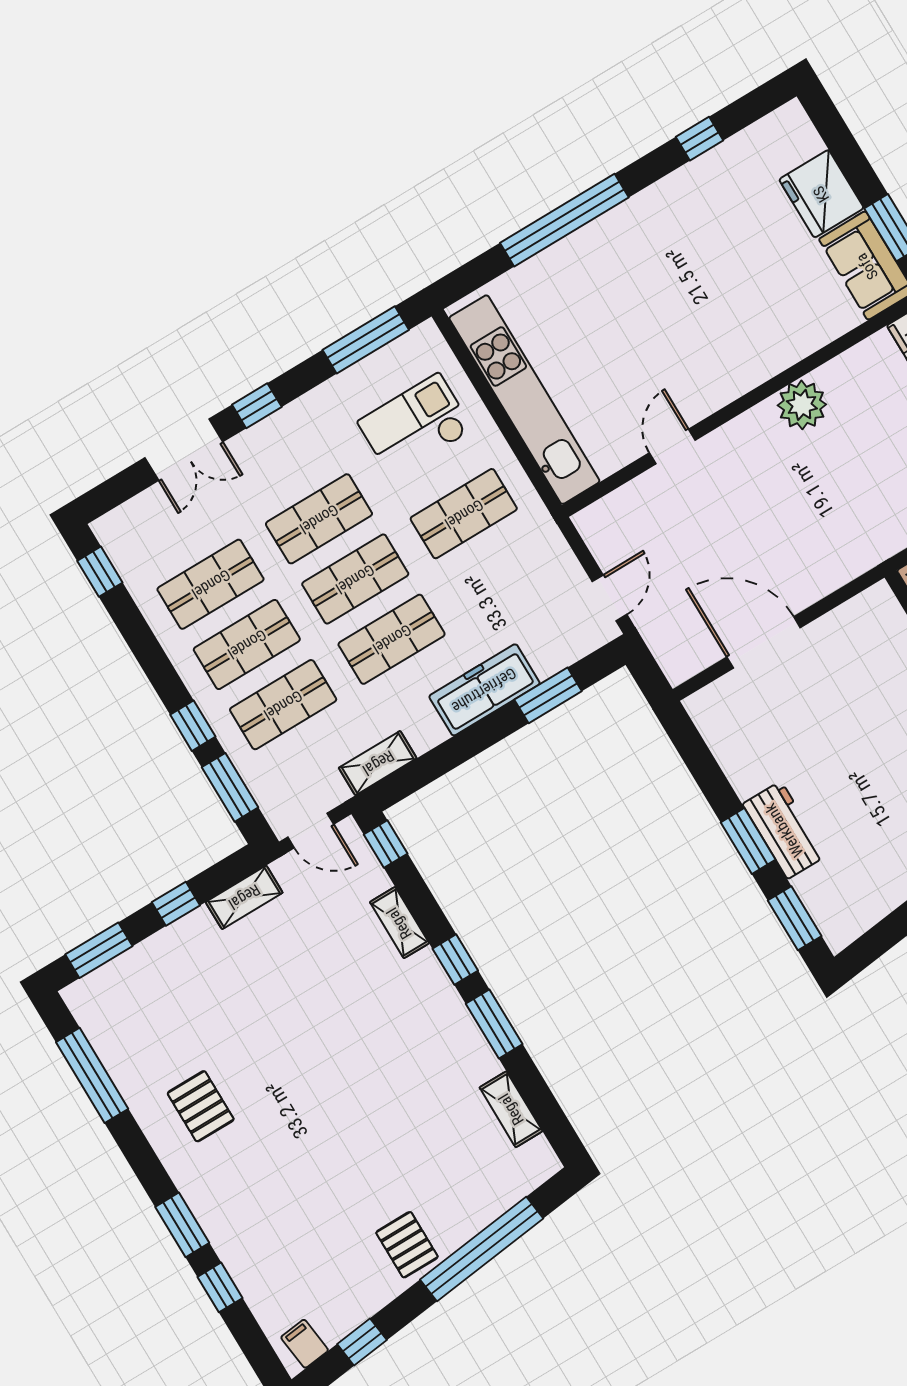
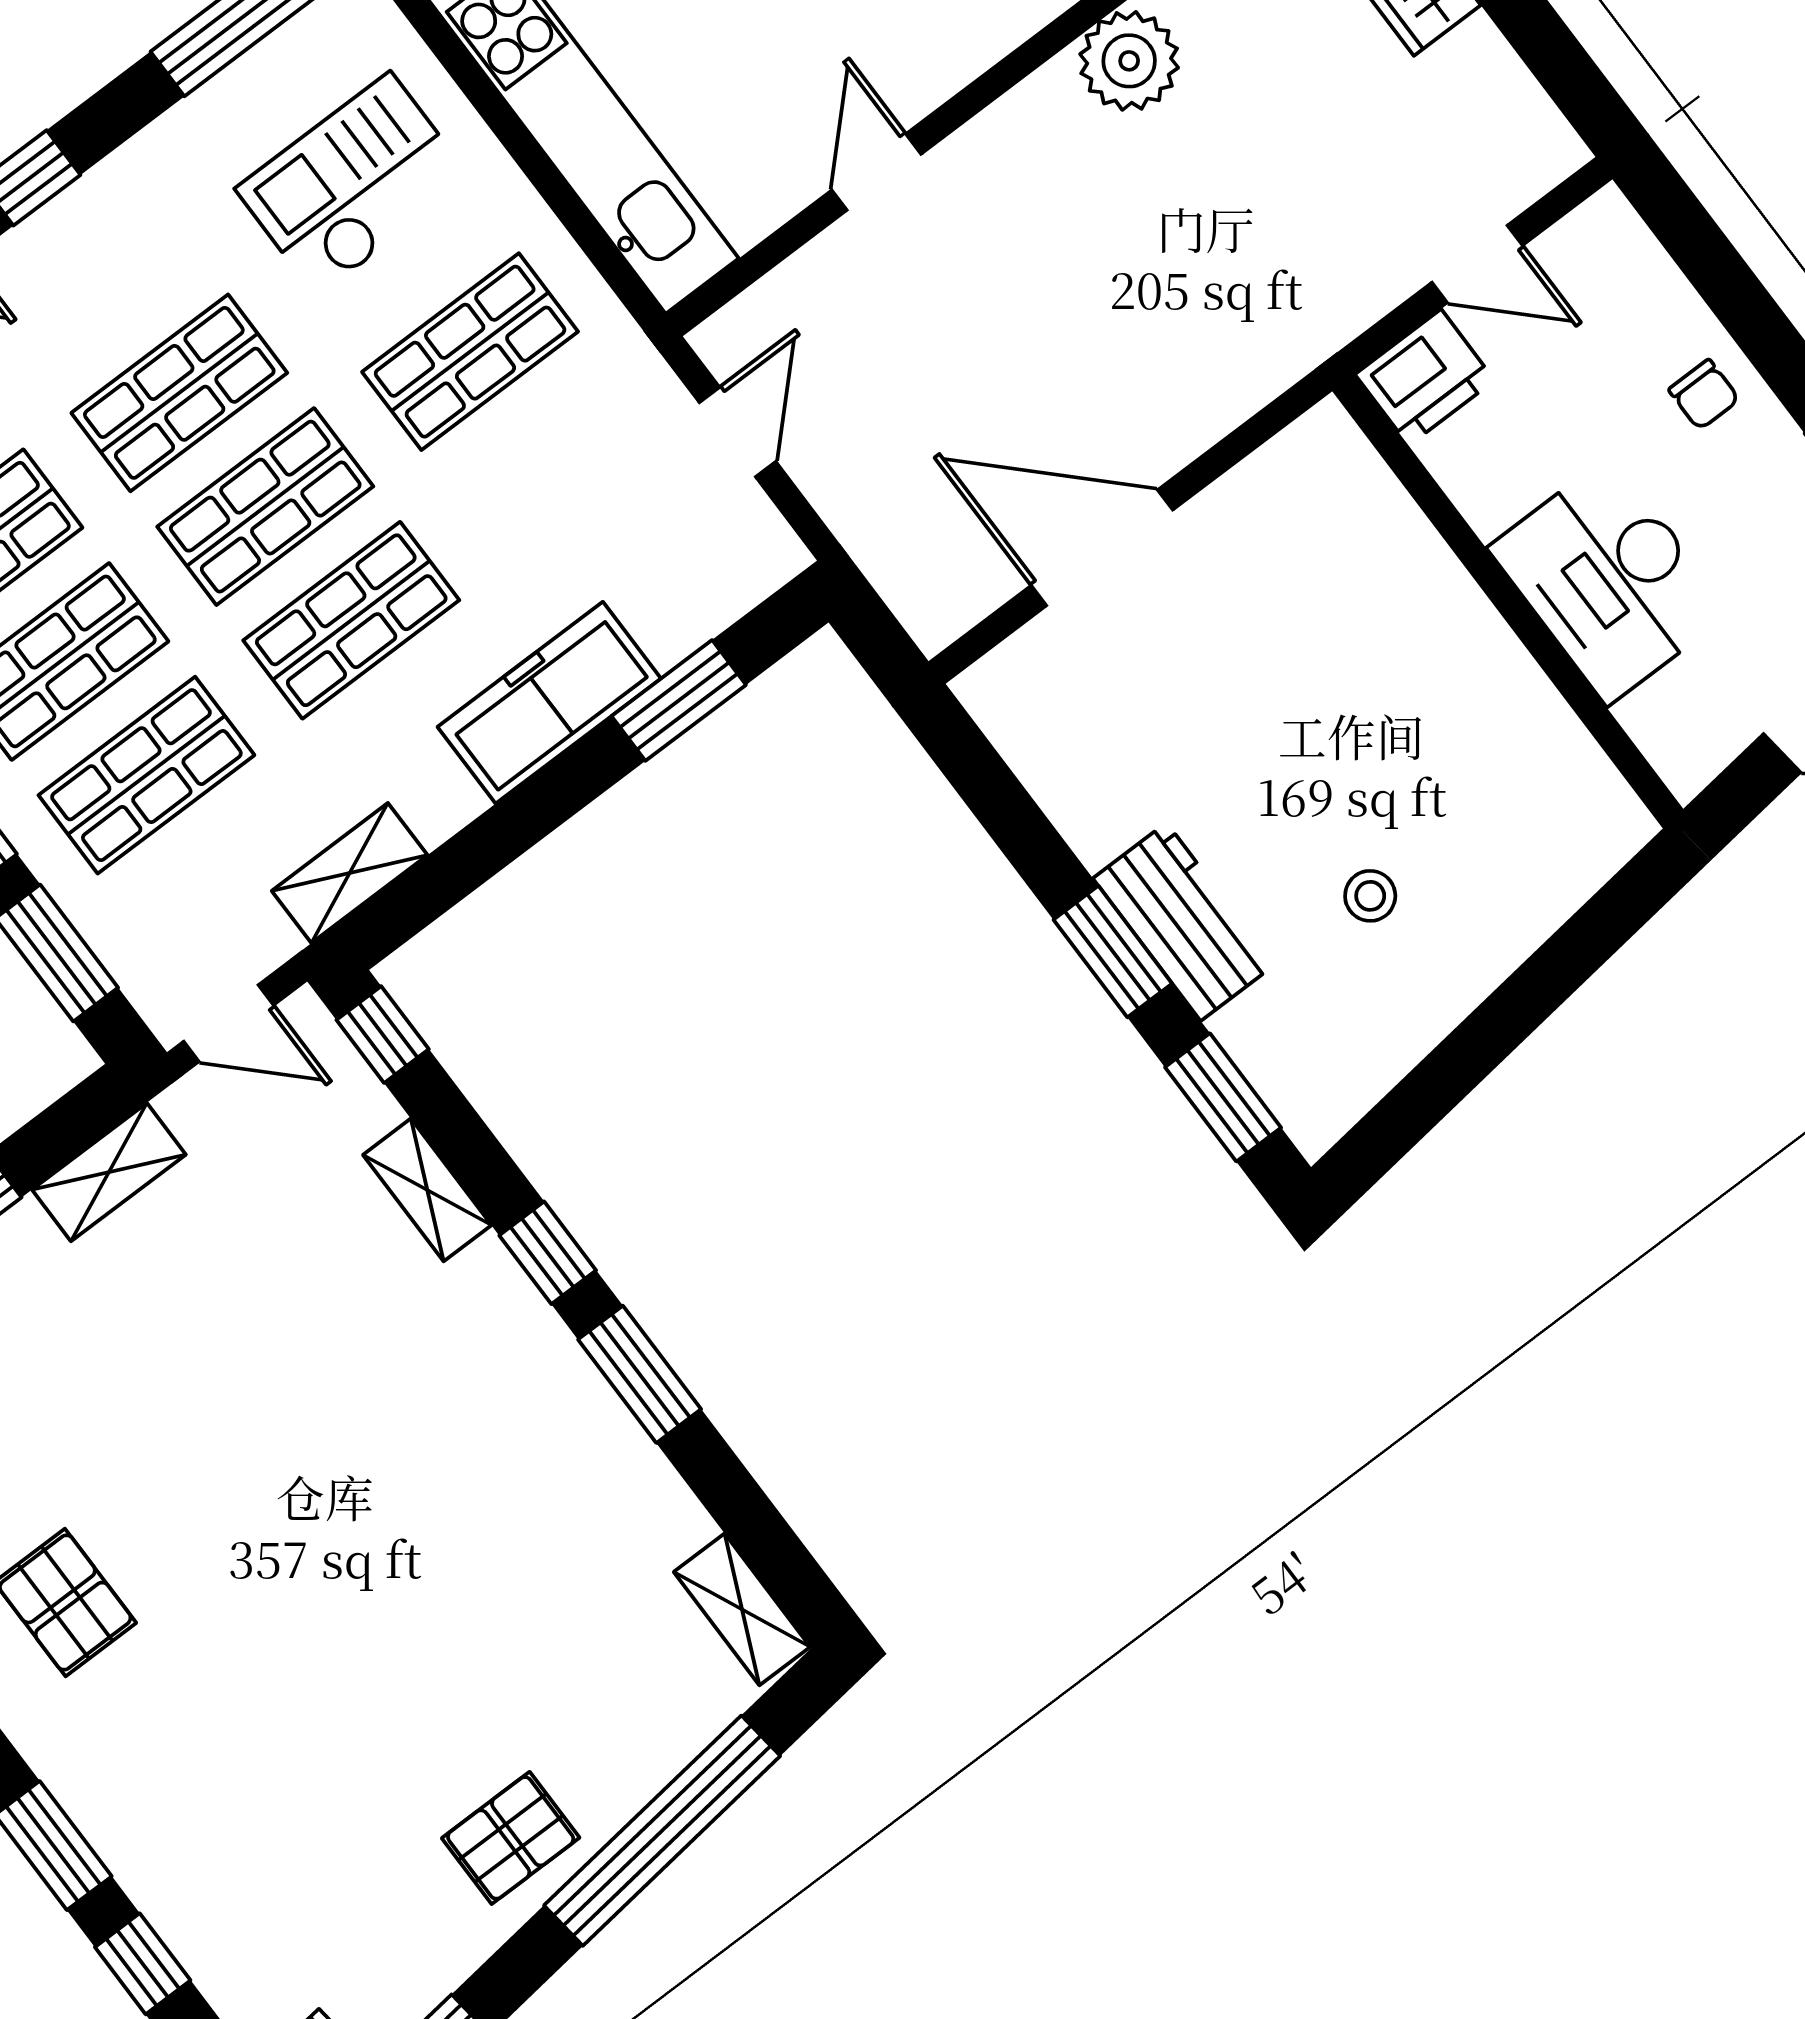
door: (610, 598) -> (738, 432), moved
stool: (877, 827) -> (1370, 896), added
shelving: (511, 1109) -> (742, 1609), moved
pallet: (407, 1245) -> (511, 1838), turned 90

